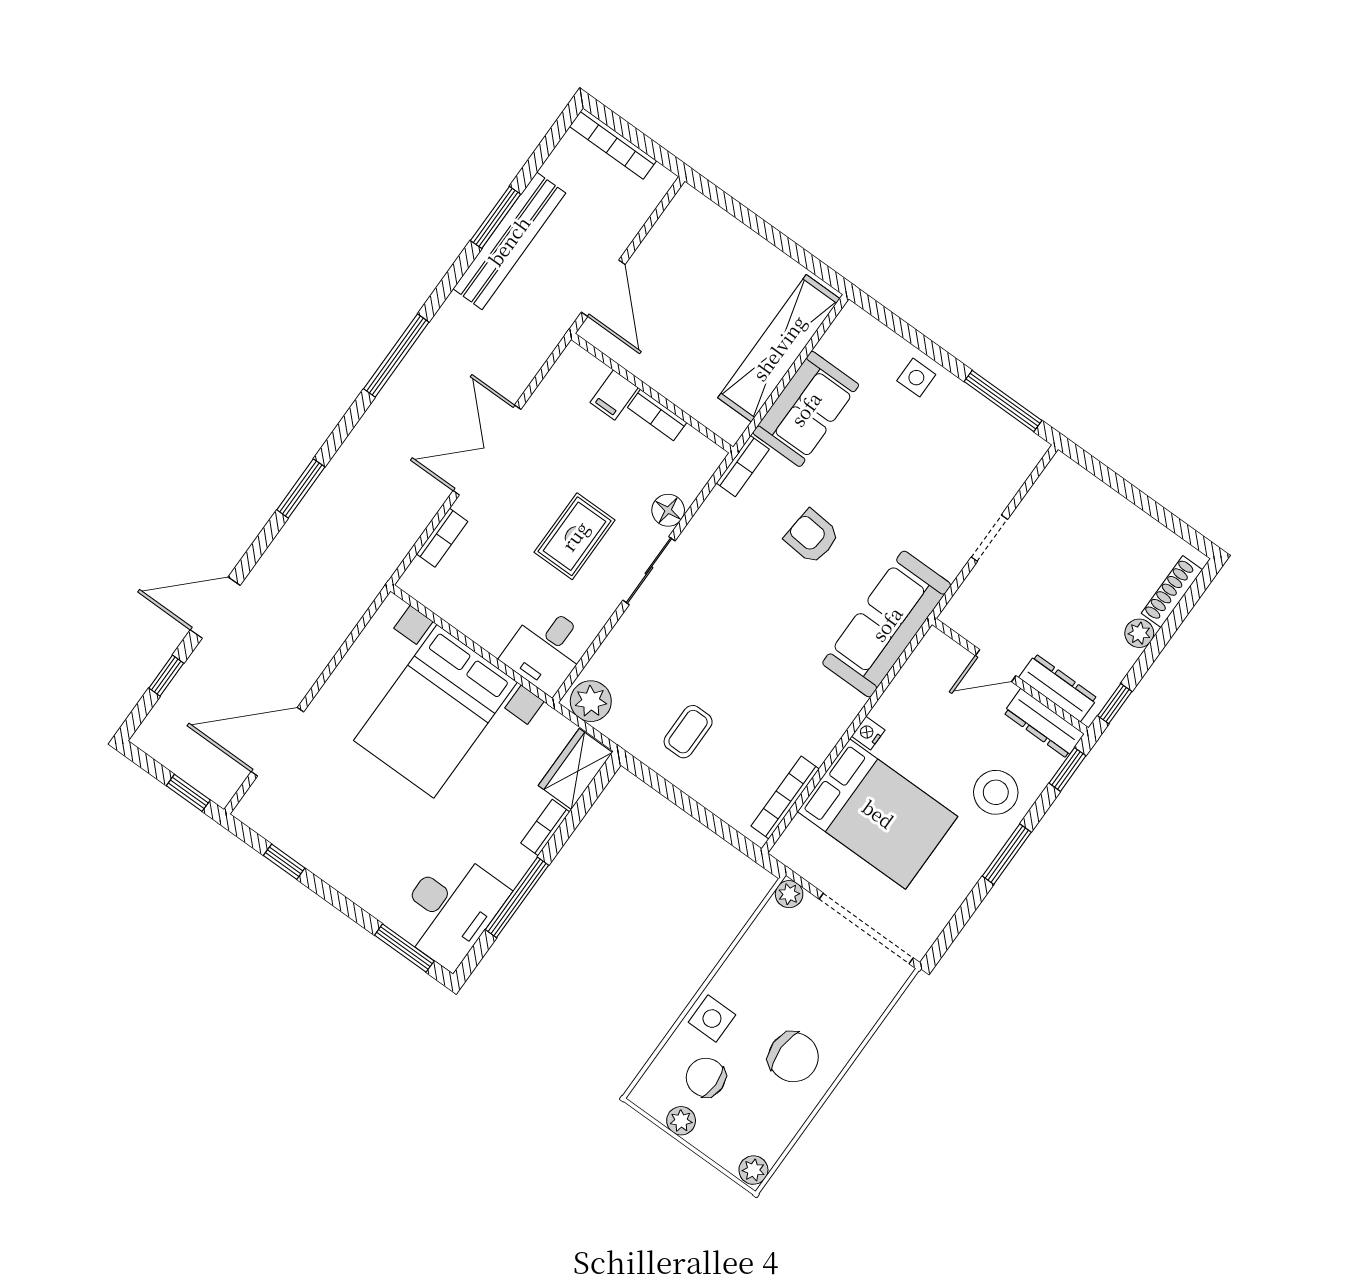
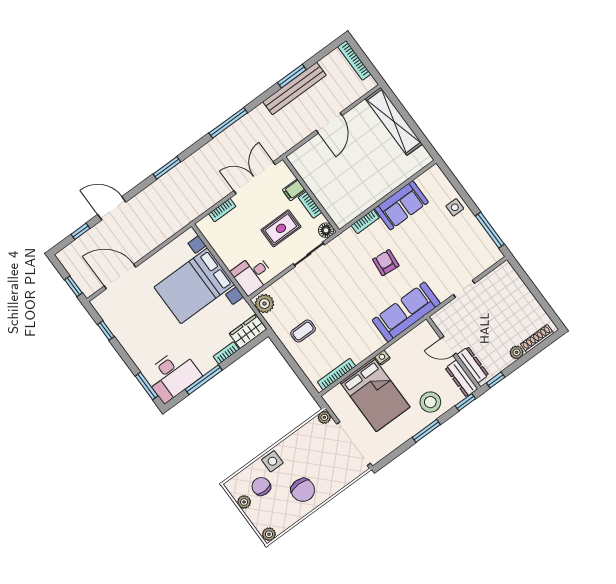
shelving: (779, 348) -> (394, 121), moved, turned 90
wall: (652, 393) -> (311, 194), moved
filing cabinet: (614, 395) -> (294, 190), moved
bookcase: (657, 415) -> (310, 205), moved

